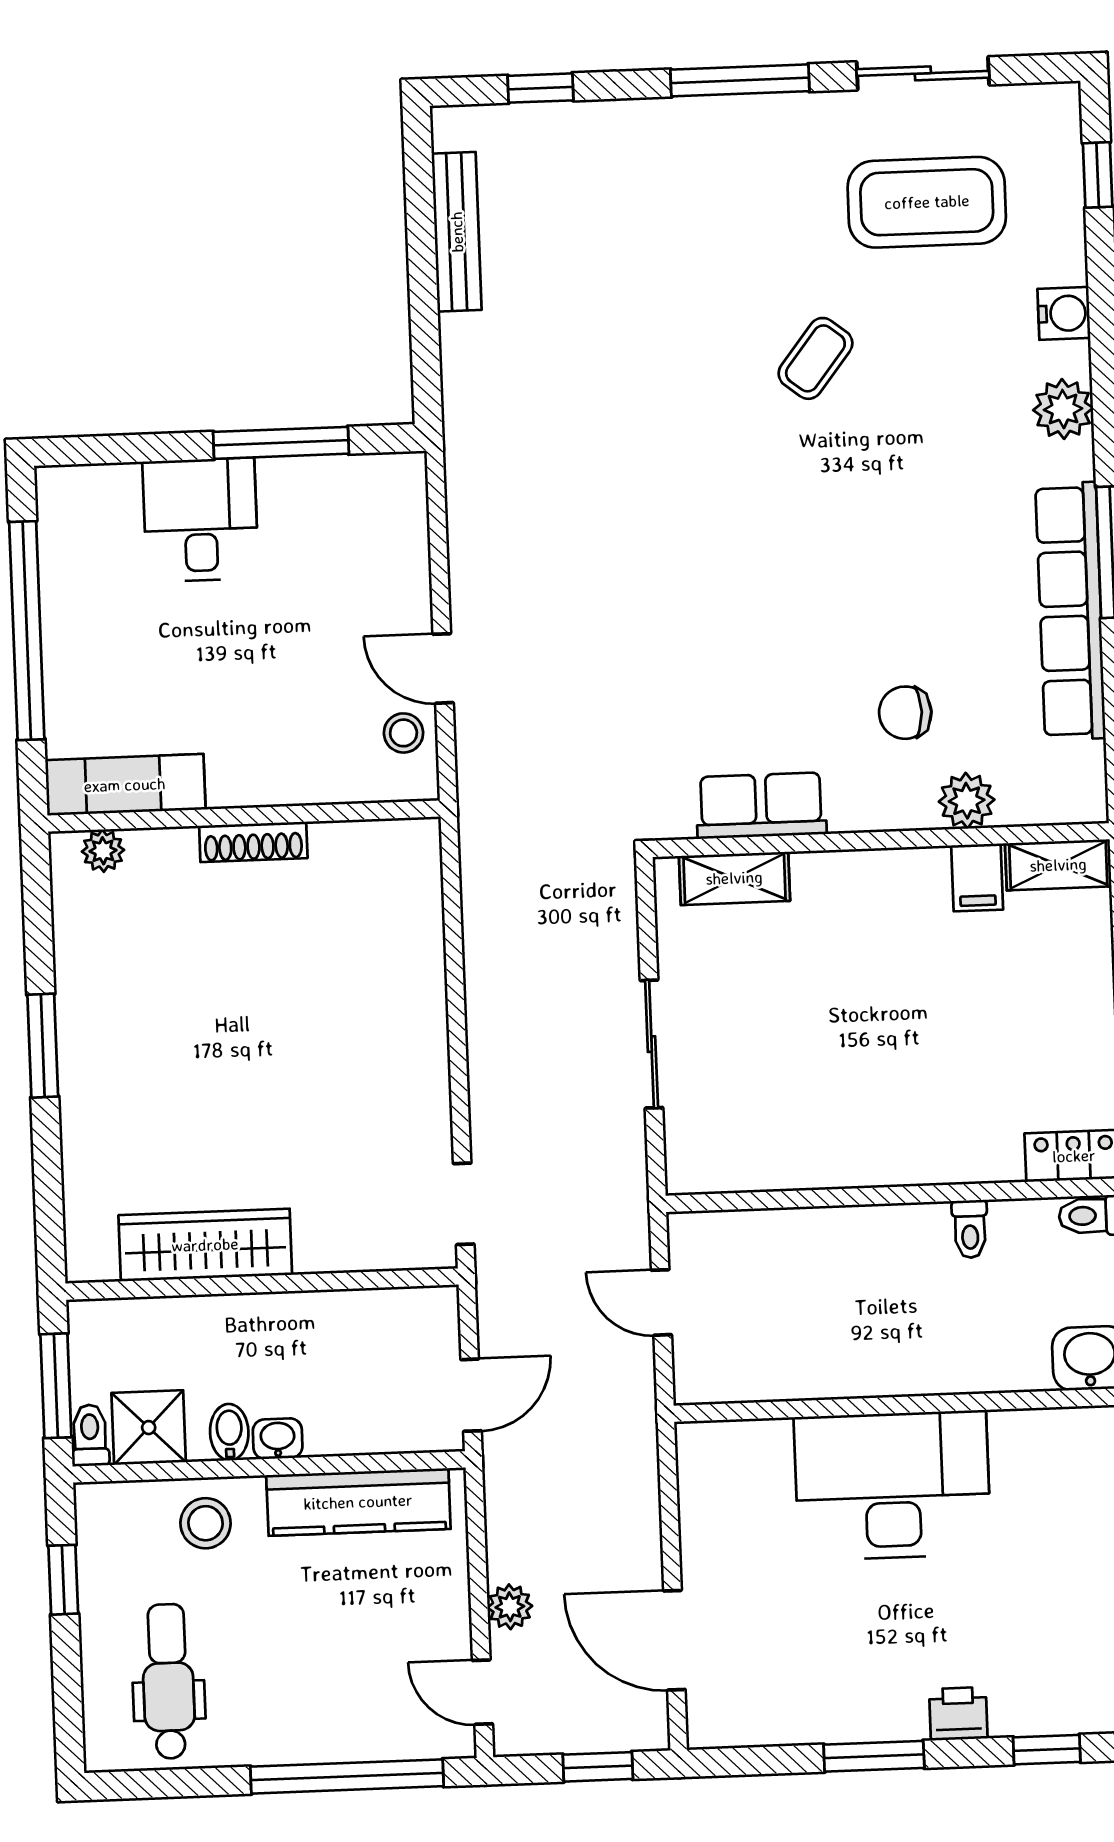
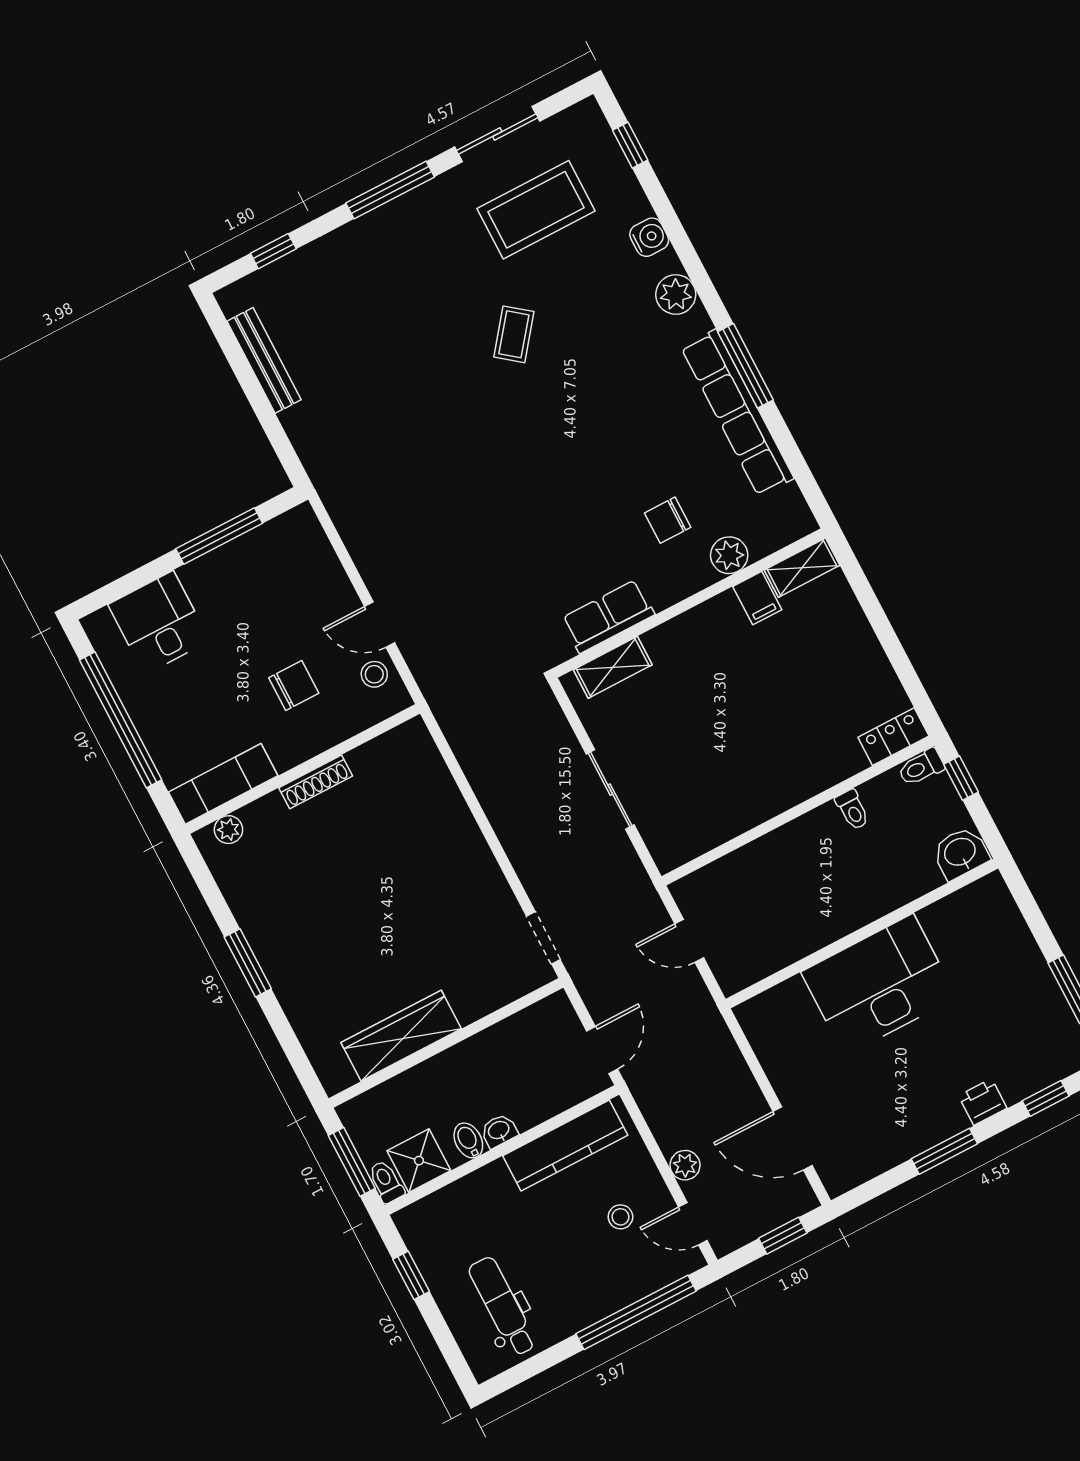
desk: (200, 520) -> (159, 623), moved
chair: (286, 696) -> (294, 685), added
stool: (206, 1523) -> (620, 1217), moved, width x0.73, depth x0.73

